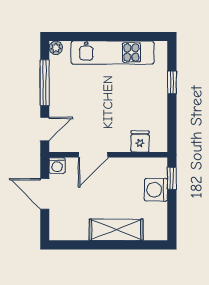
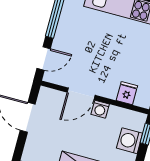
washing machine: (57, 165) -> (100, 109), moved

